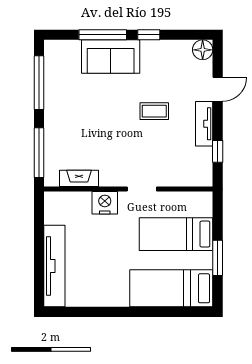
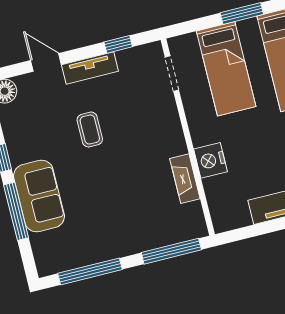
fireplace: (79, 178) -> (185, 179), moved
doorway: (142, 189) -> (172, 74), moved

